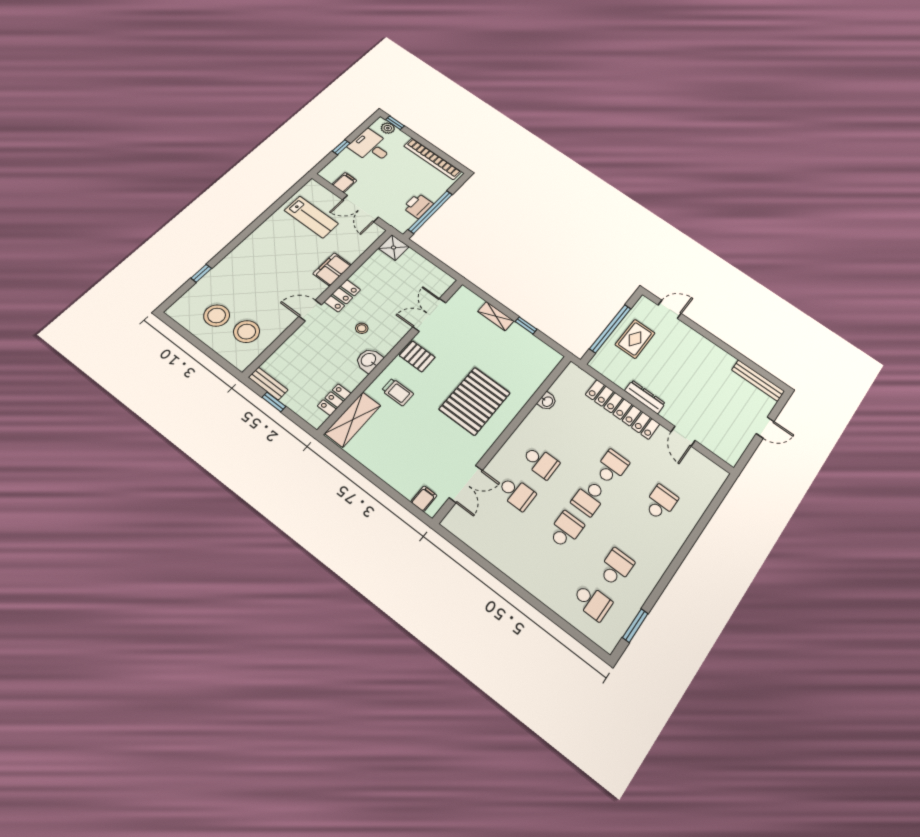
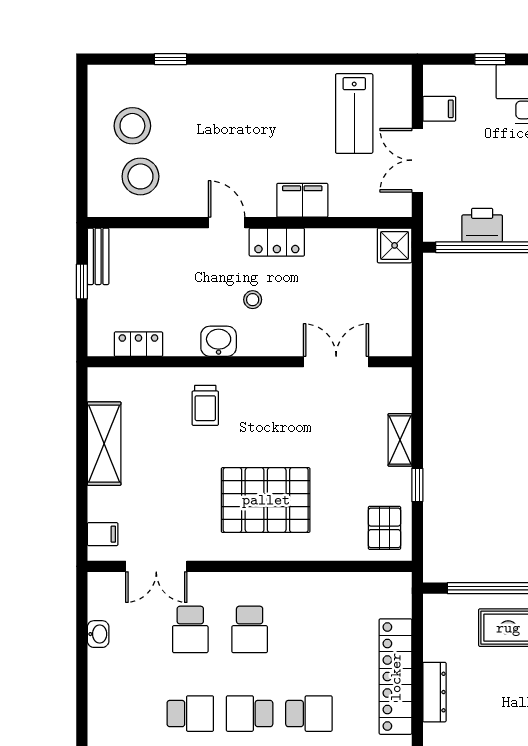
pallet: (417, 356) -> (384, 528), moved
washbasin: (547, 401) -> (98, 634), moved, turned -90
shelving: (353, 419) -> (104, 444), moved, turned 90

